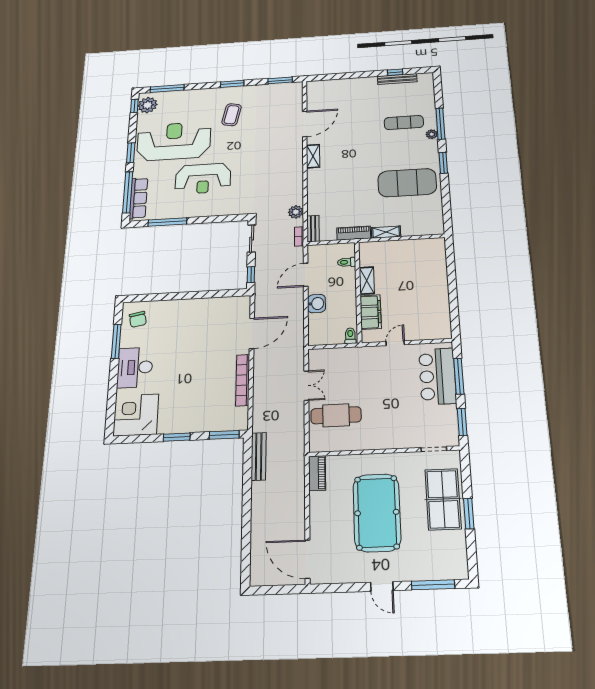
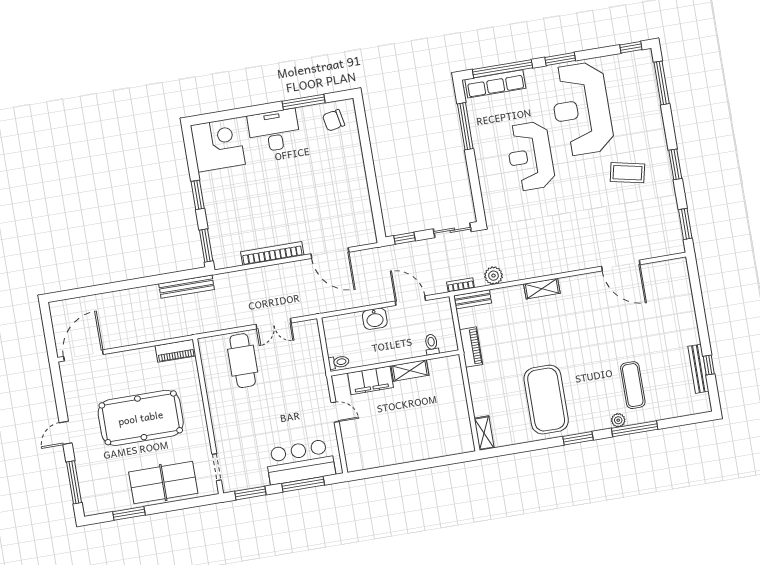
plant: (148, 105) -> (634, 64), removed
reception desk: (174, 141) -> (582, 109), turned 180
shelving: (313, 156) -> (542, 289), moved
shelving: (386, 232) -> (484, 433), moved
window: (469, 514) -> (129, 513), moved

